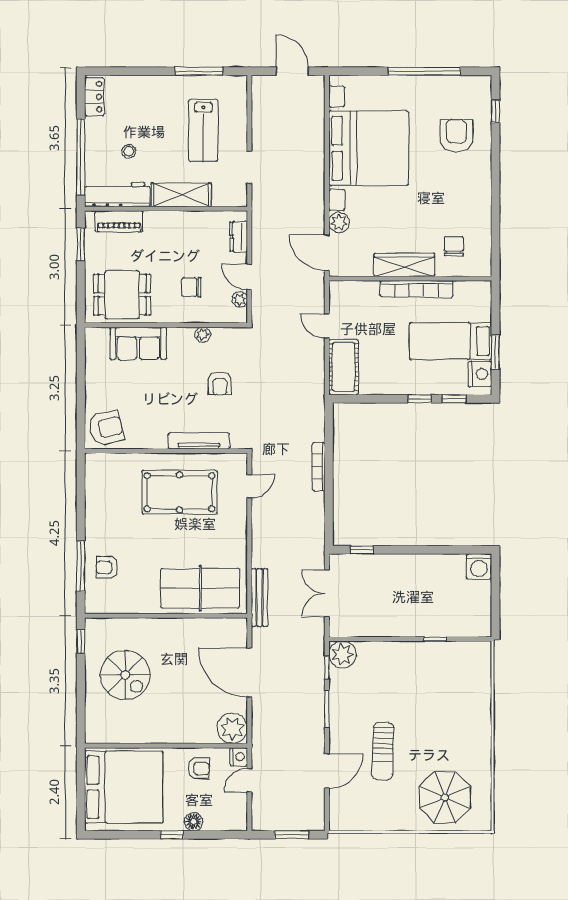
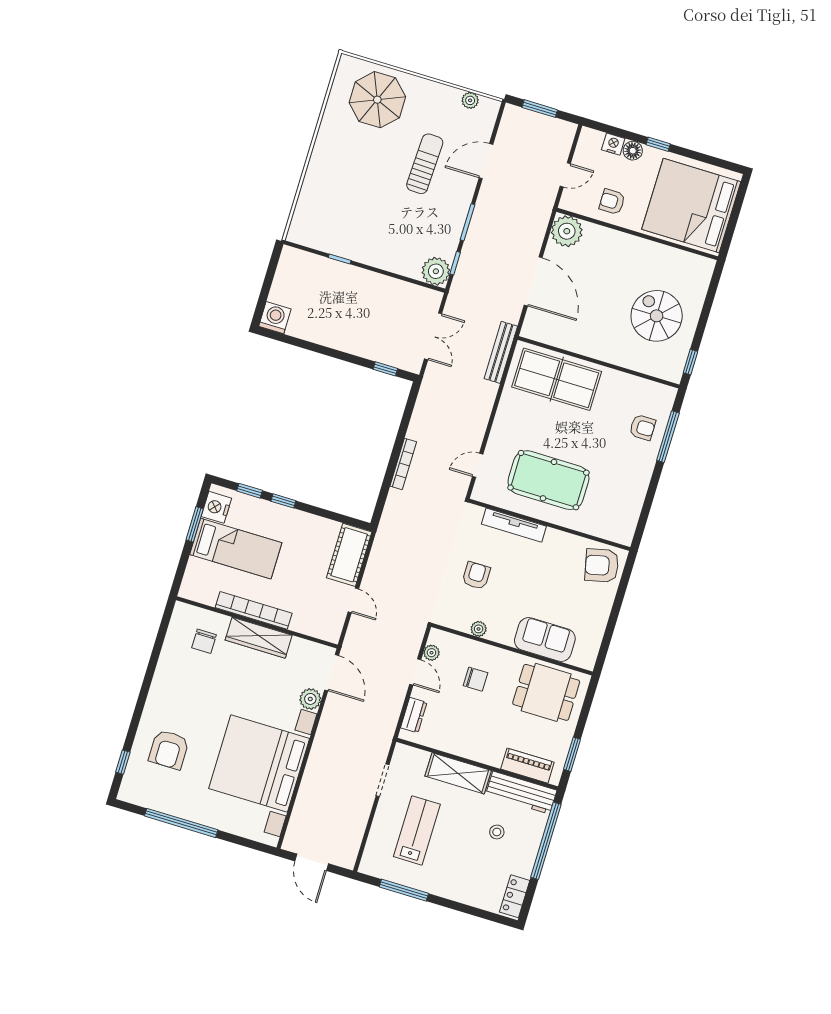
nightstand: (239, 757) -> (613, 144), moved, turned 90
plant: (359, 823) -> (470, 100), added

